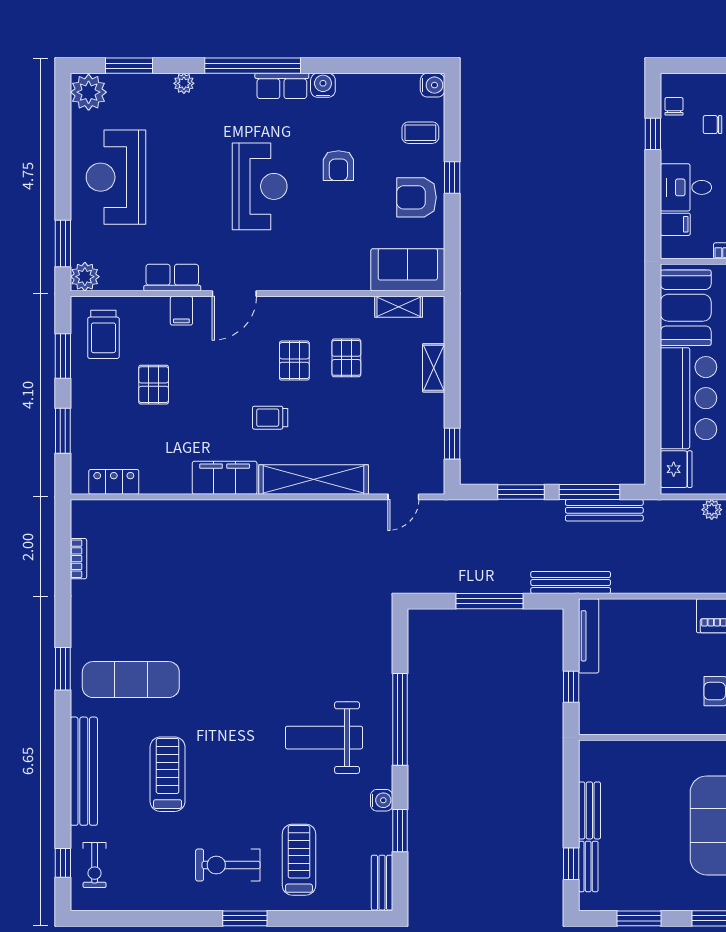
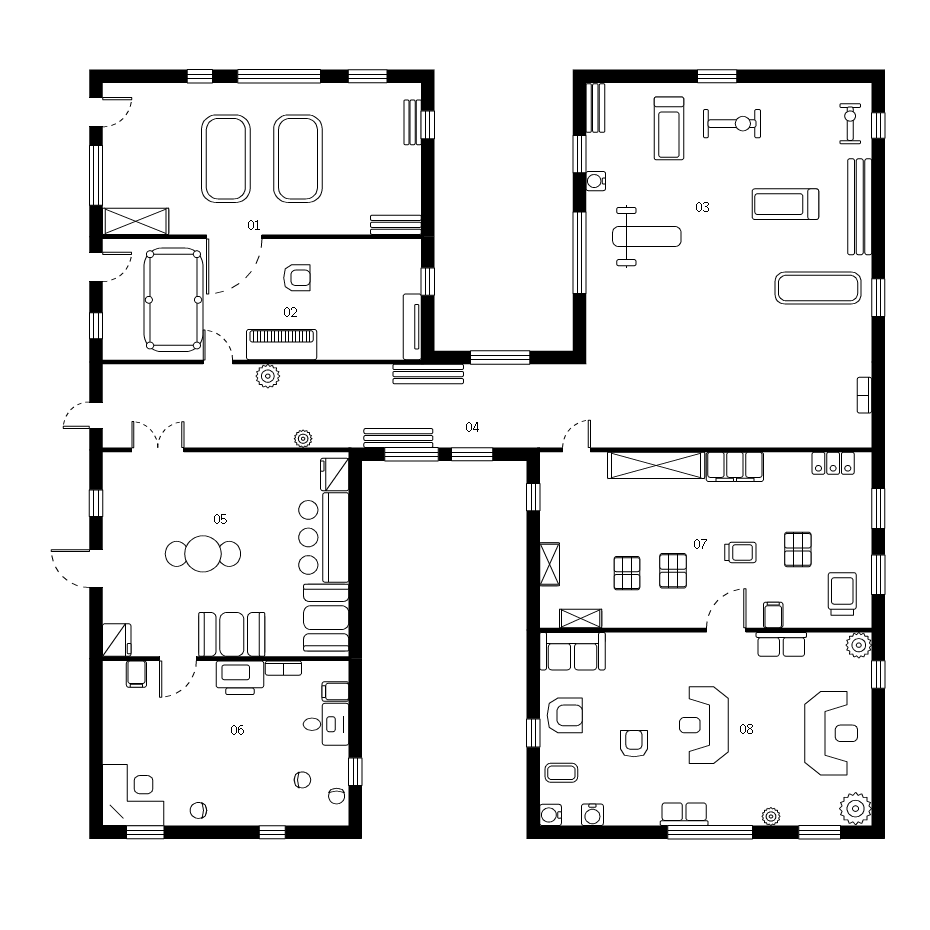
water cooler: (323, 85) -> (592, 815), moved
window: (63, 244) -> (878, 674), width x0.67
trolley: (270, 418) -> (740, 552), moved
treadmill: (168, 774) -> (785, 204), turned 90
bench: (589, 810) -> (396, 225), moved, turned 90

